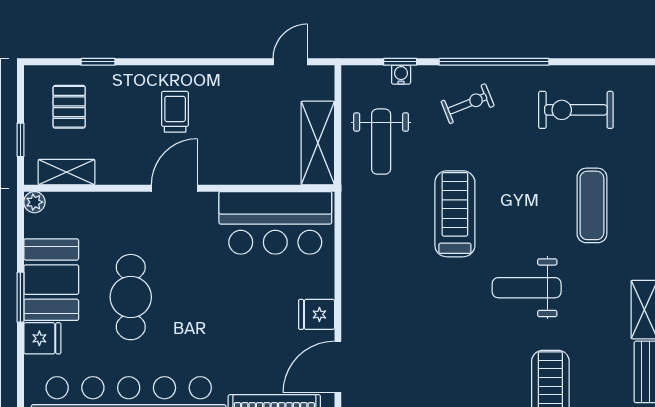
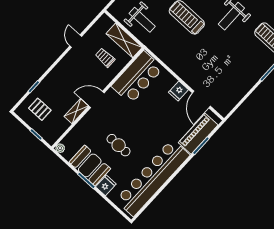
door: (290, 62) -> (76, 41), moved
trolley: (175, 112) -> (105, 58), moved
shelving: (67, 172) -> (76, 111), moved
door: (174, 188) -> (97, 99), hinge flipped
cafe table: (131, 297) -> (119, 145), width x0.73, depth x0.74

